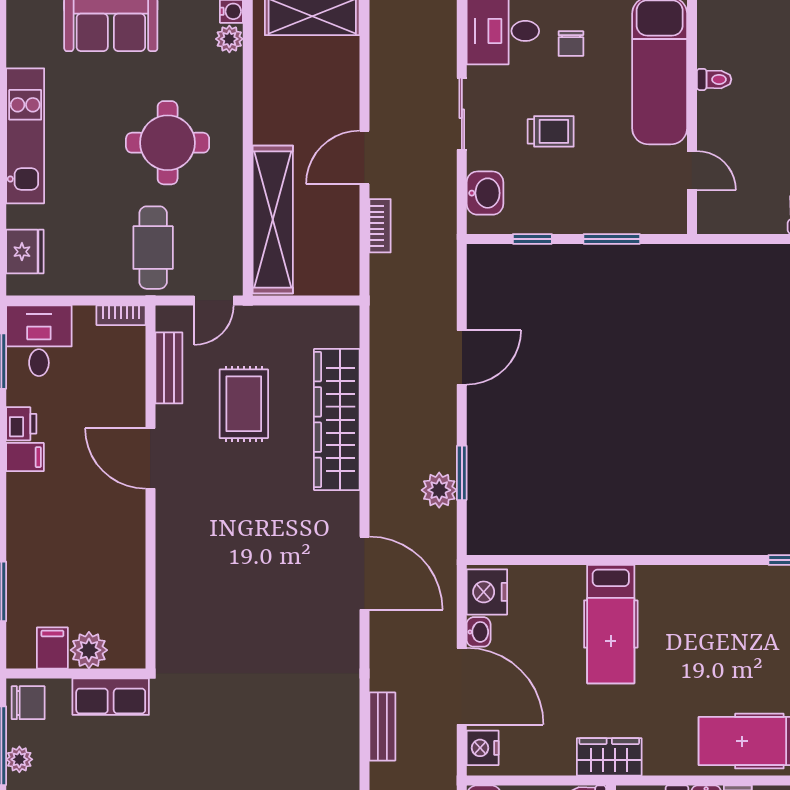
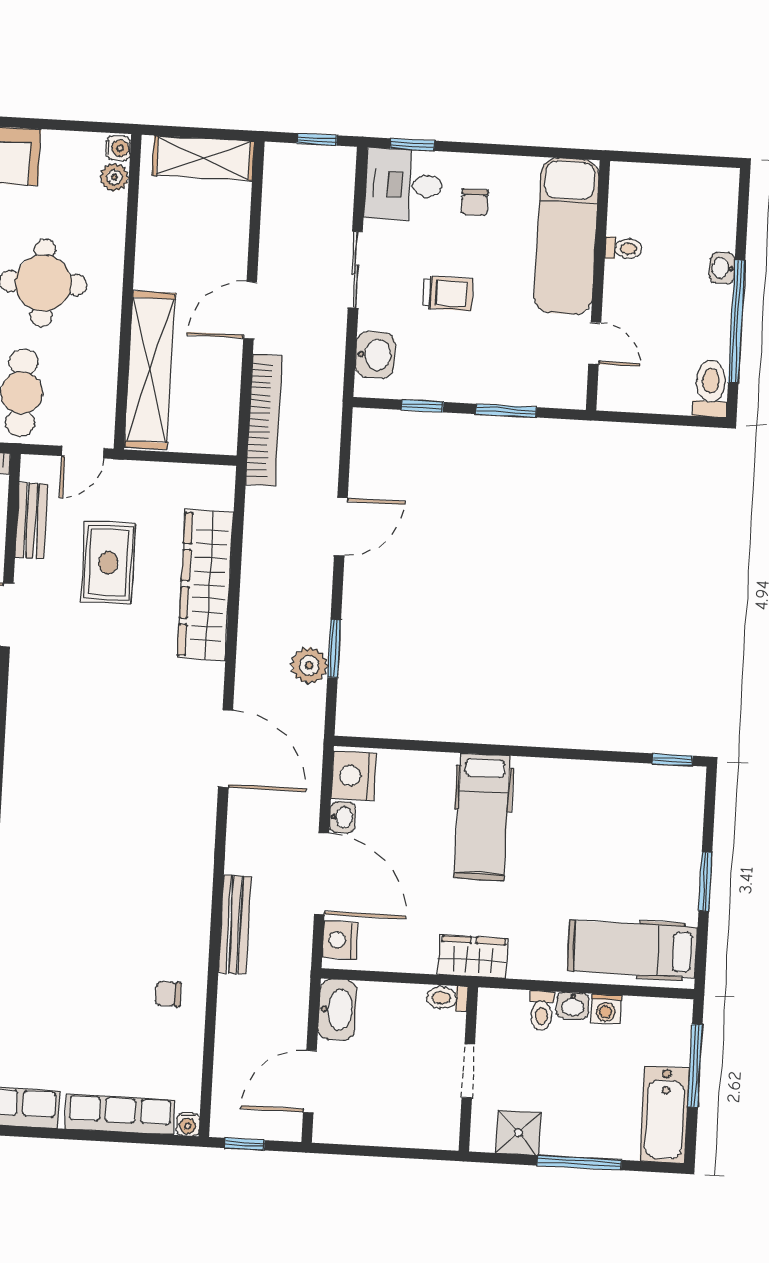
bookcase: (380, 226) -> (264, 420), width x2.31, depth x1.31
bench: (382, 726) -> (235, 924), width x1.36

